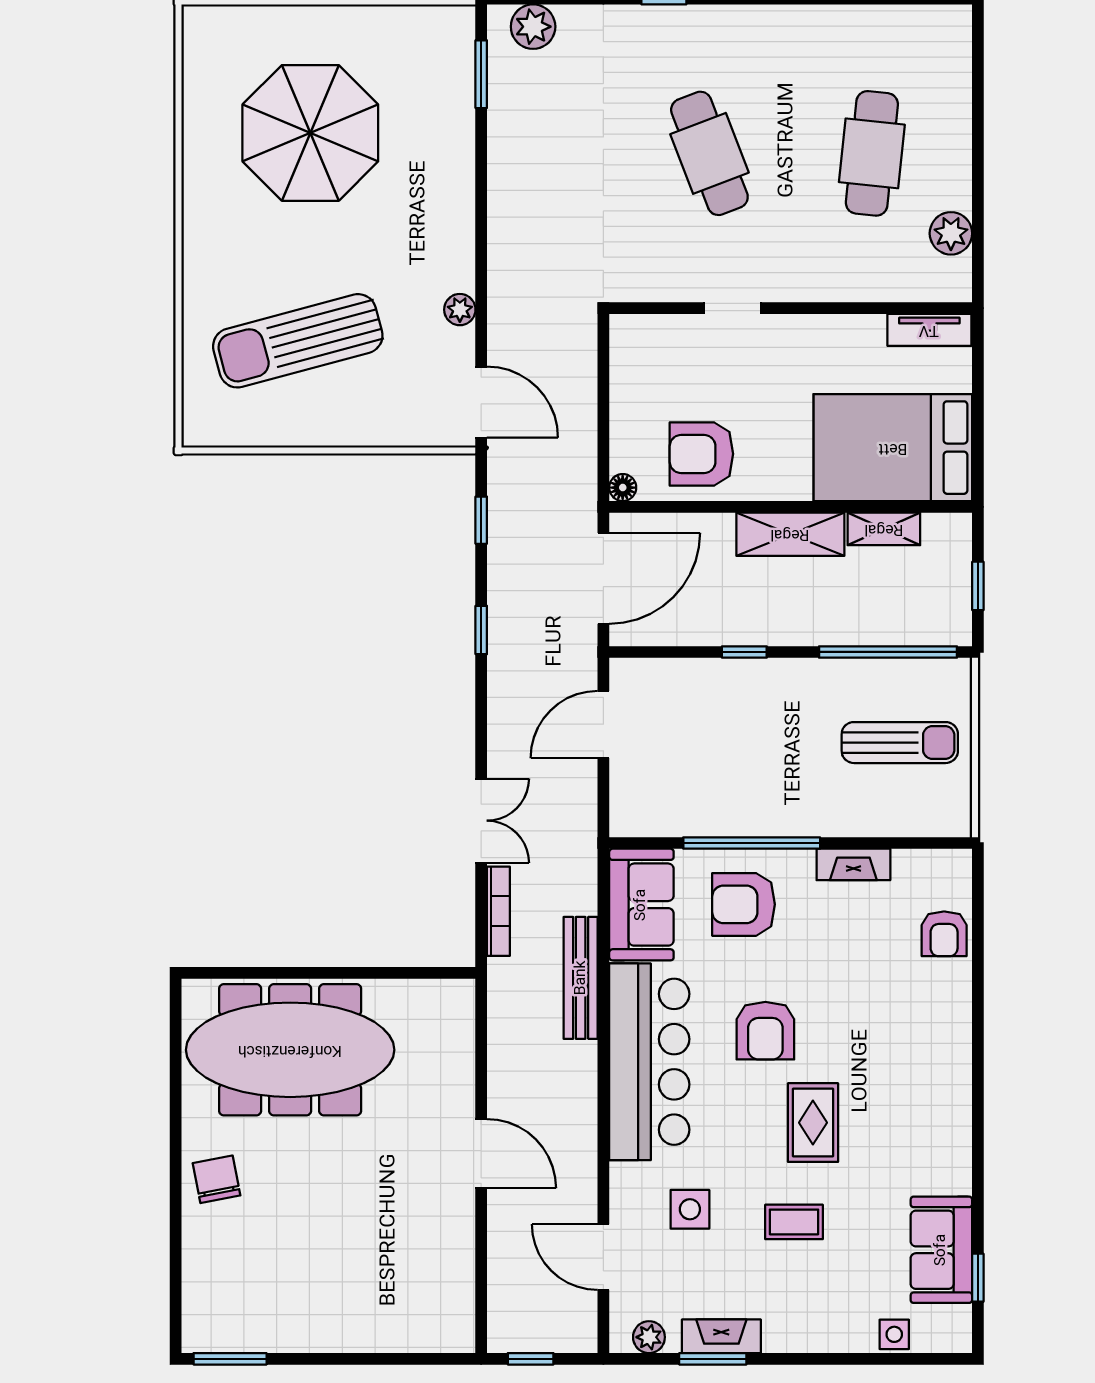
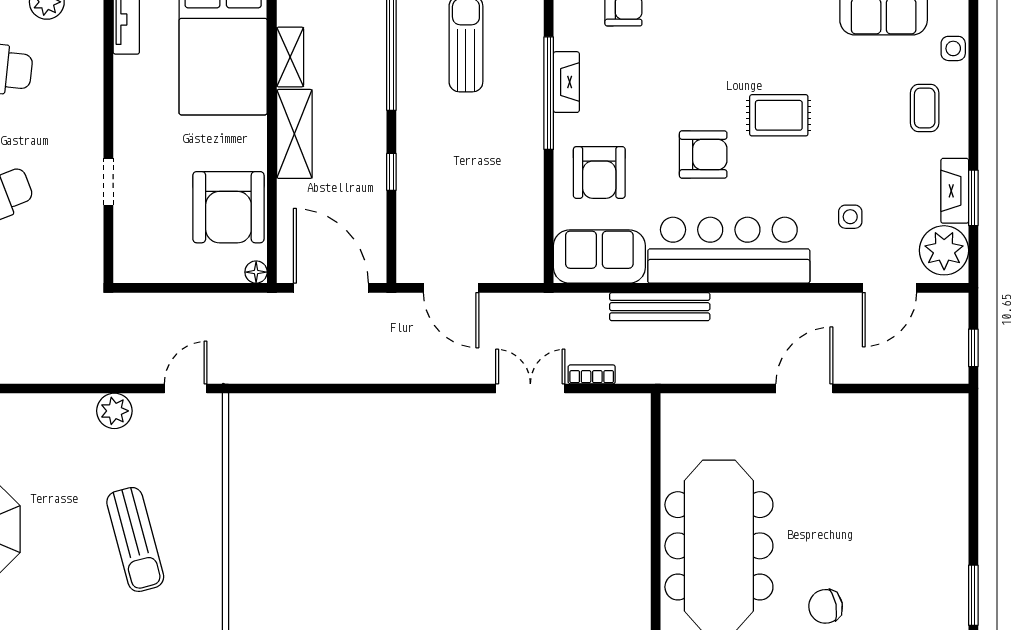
plant: (460, 310) -> (114, 411), width x1.38, depth x1.38
sun lounger: (298, 341) -> (135, 539), width x0.73, depth x0.75
door: (481, 402) -> (186, 389), width x0.73
armchair: (701, 454) -> (228, 207), width x1.36, depth x1.36
window: (481, 520) -> (283, 389), removed
window: (481, 630) -> (373, 389), removed
window: (752, 843) -> (549, 93), moved
bookcase: (498, 911) -> (592, 374), width x0.64
side table: (690, 1209) -> (850, 217), width x0.73, depth x0.73
coffee table: (794, 1222) -> (925, 108), moved
plant: (649, 1337) -> (944, 250), width x1.88, depth x1.88

